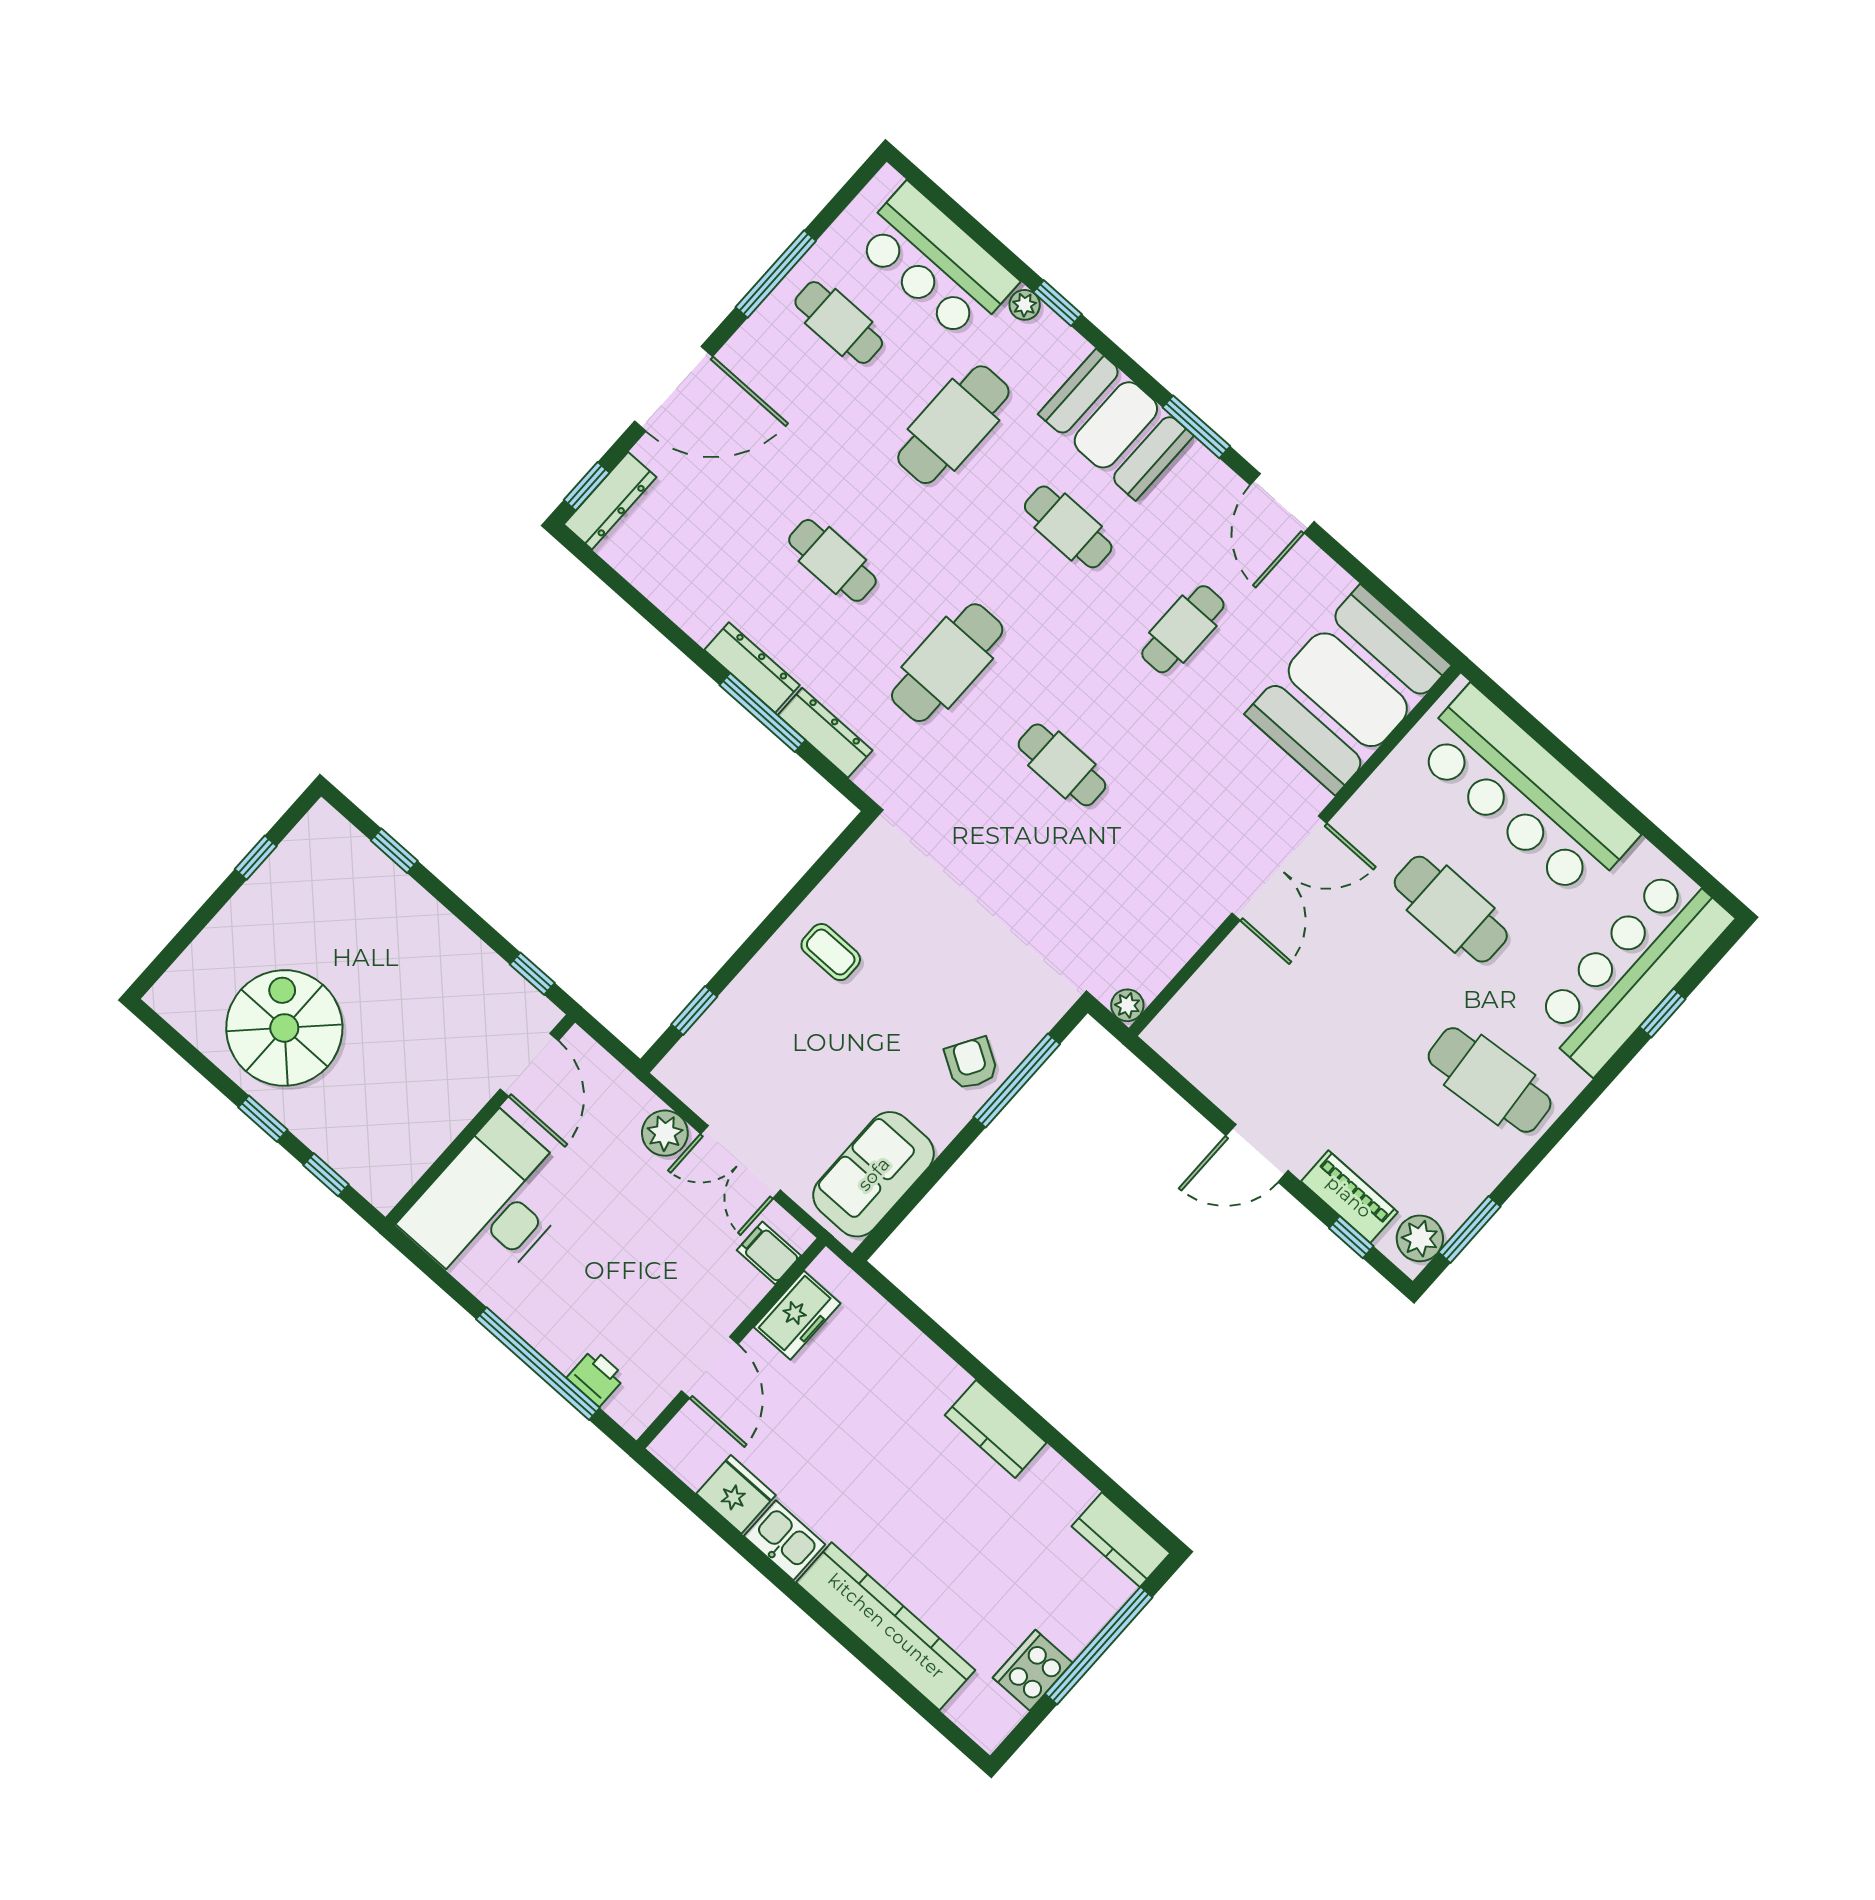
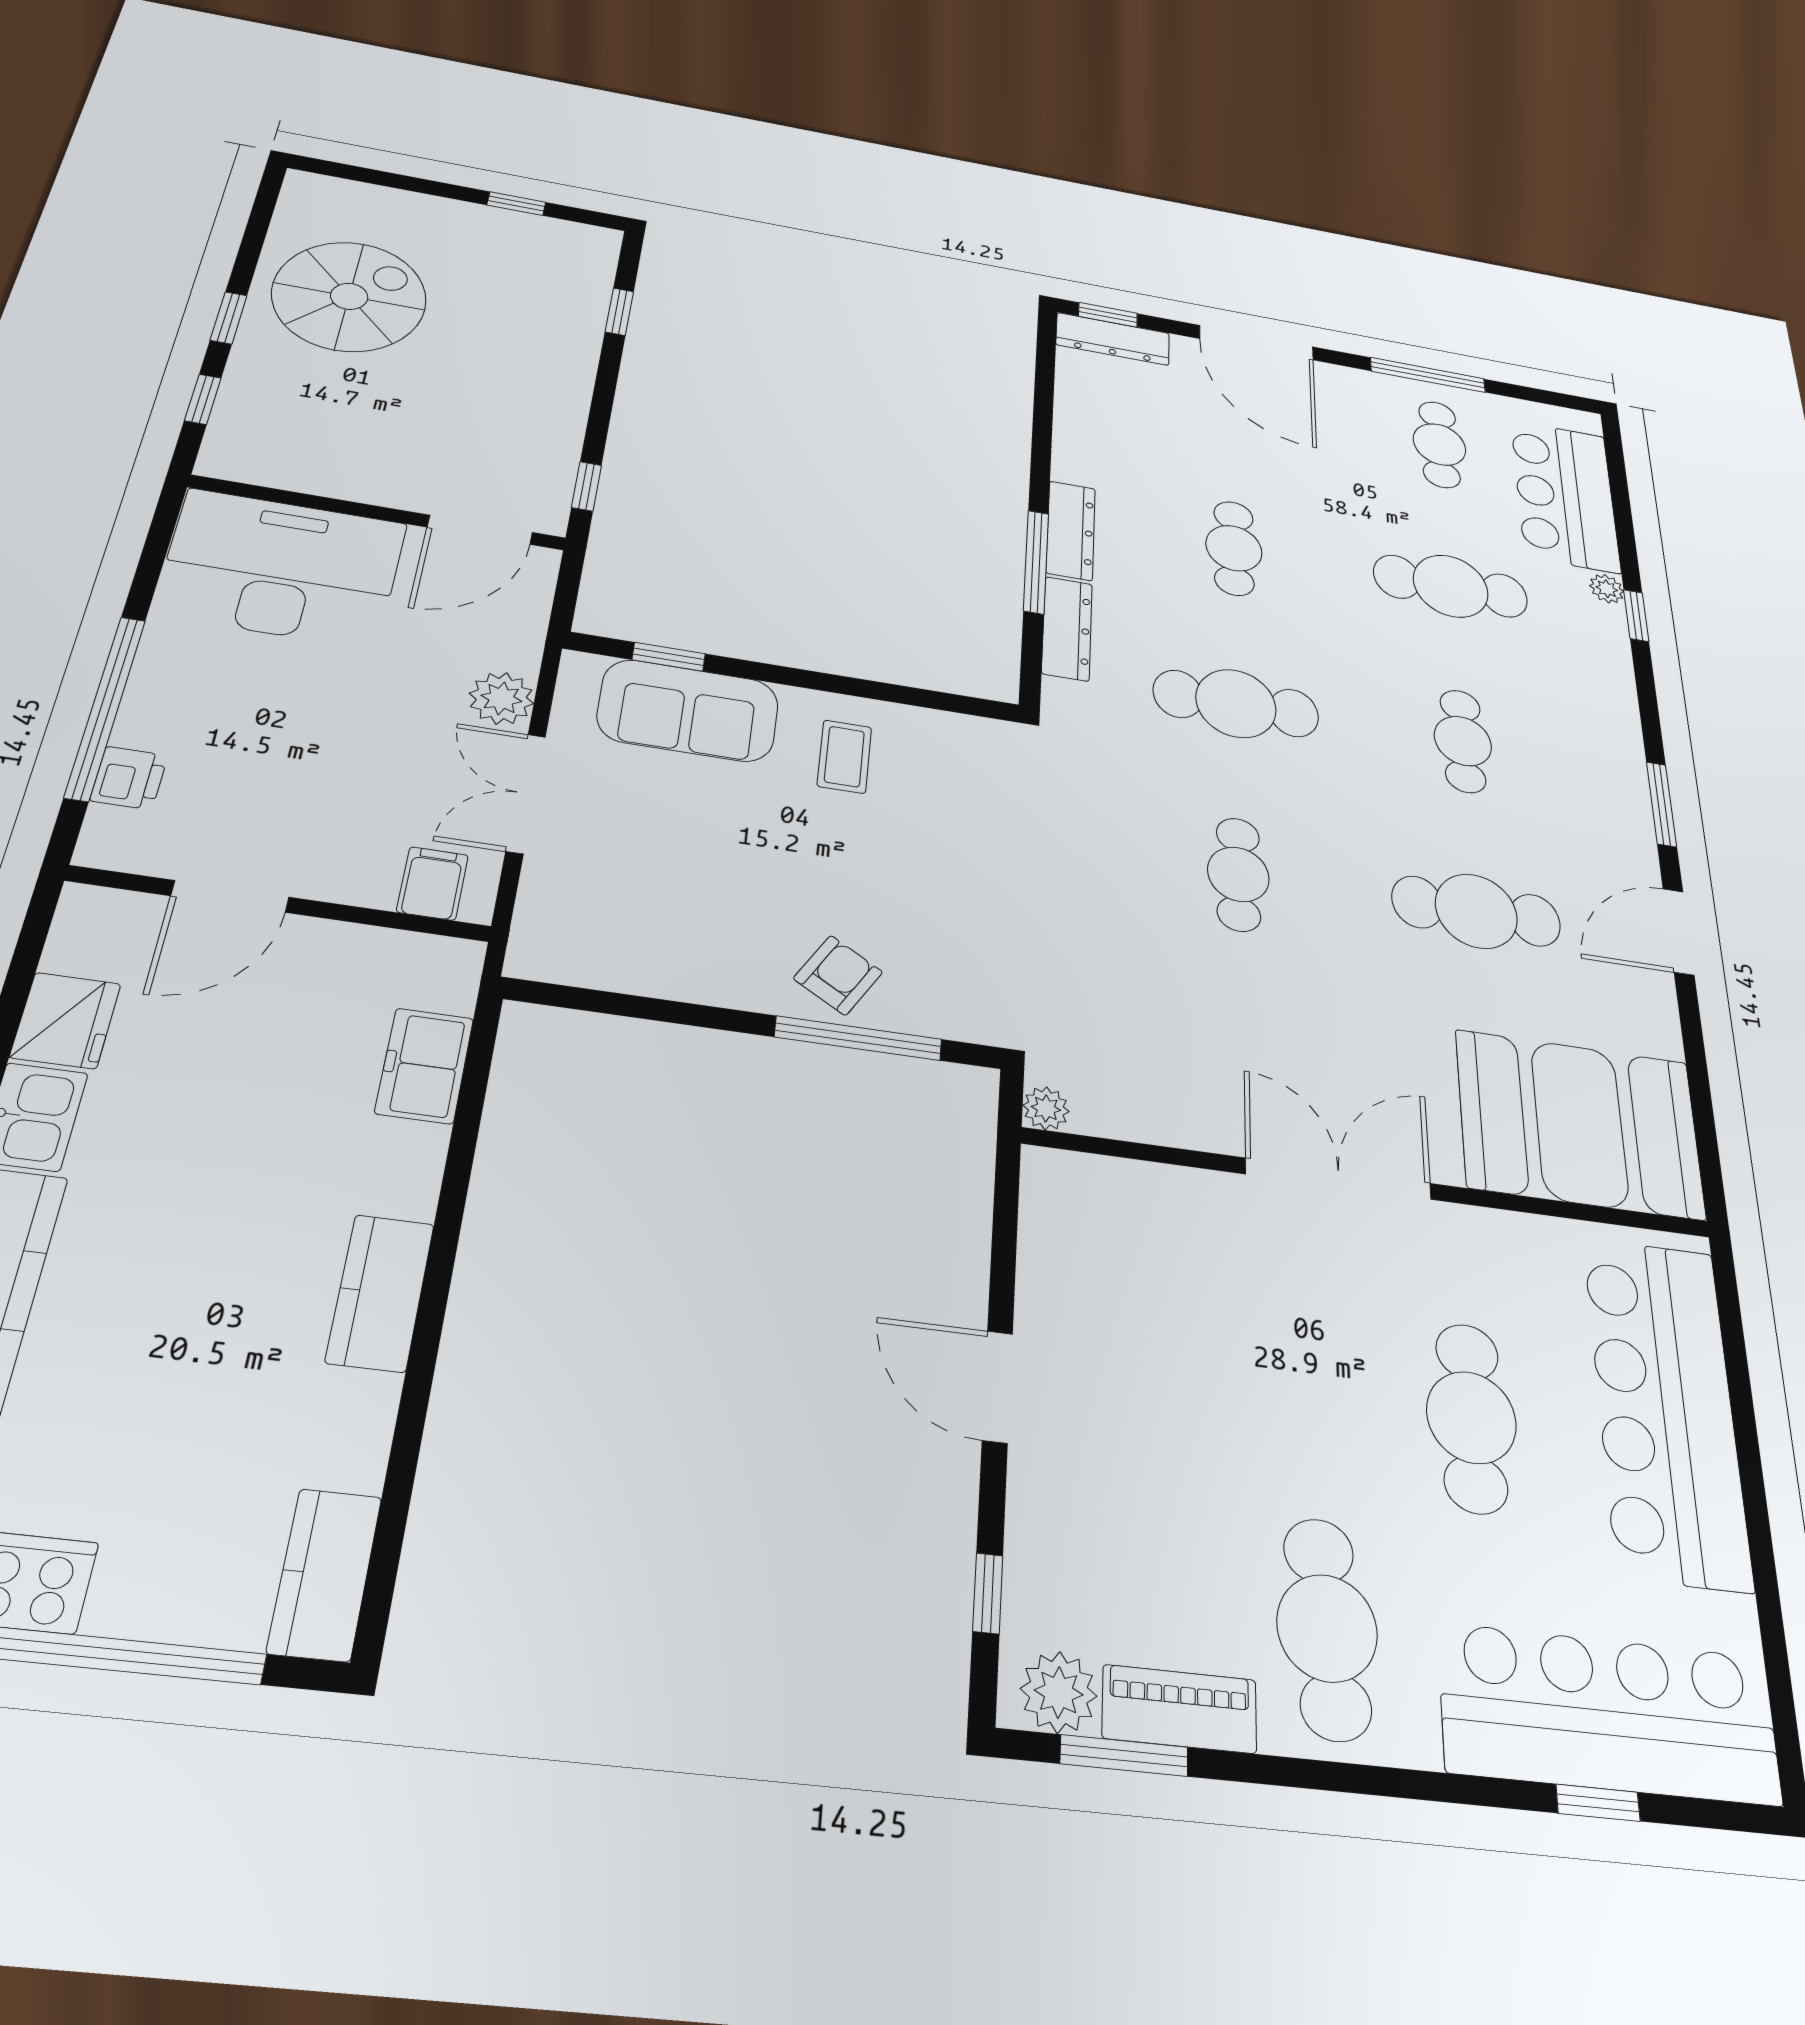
booth: (1116, 425) -> (1591, 729), removed
cafe table: (1183, 629) -> (1476, 911), width x1.37, depth x1.35
double door: (1279, 868) -> (1339, 1179), swing flipped
sofa: (874, 1174) -> (688, 711), moved, turned 180
piano: (1349, 1197) -> (1180, 1709), moved, turned -90
freezer: (797, 1315) -> (424, 1066), moved, turned 90

